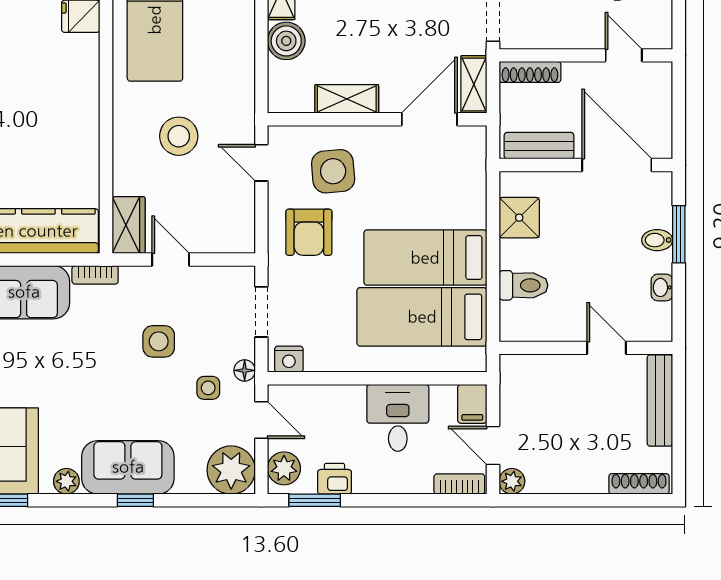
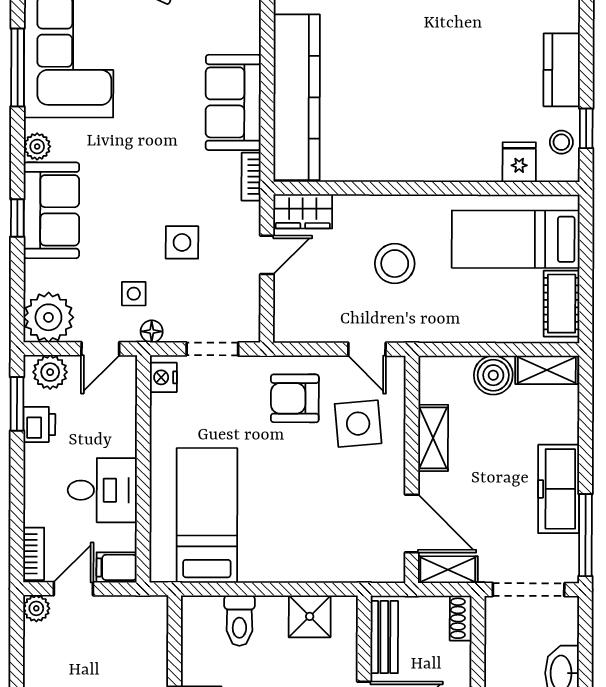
shoe rack: (530, 72) -> (461, 618), width x0.70
door: (261, 163) -> (367, 349), swing flipped
bed: (425, 258) -> (268, 519), removed

